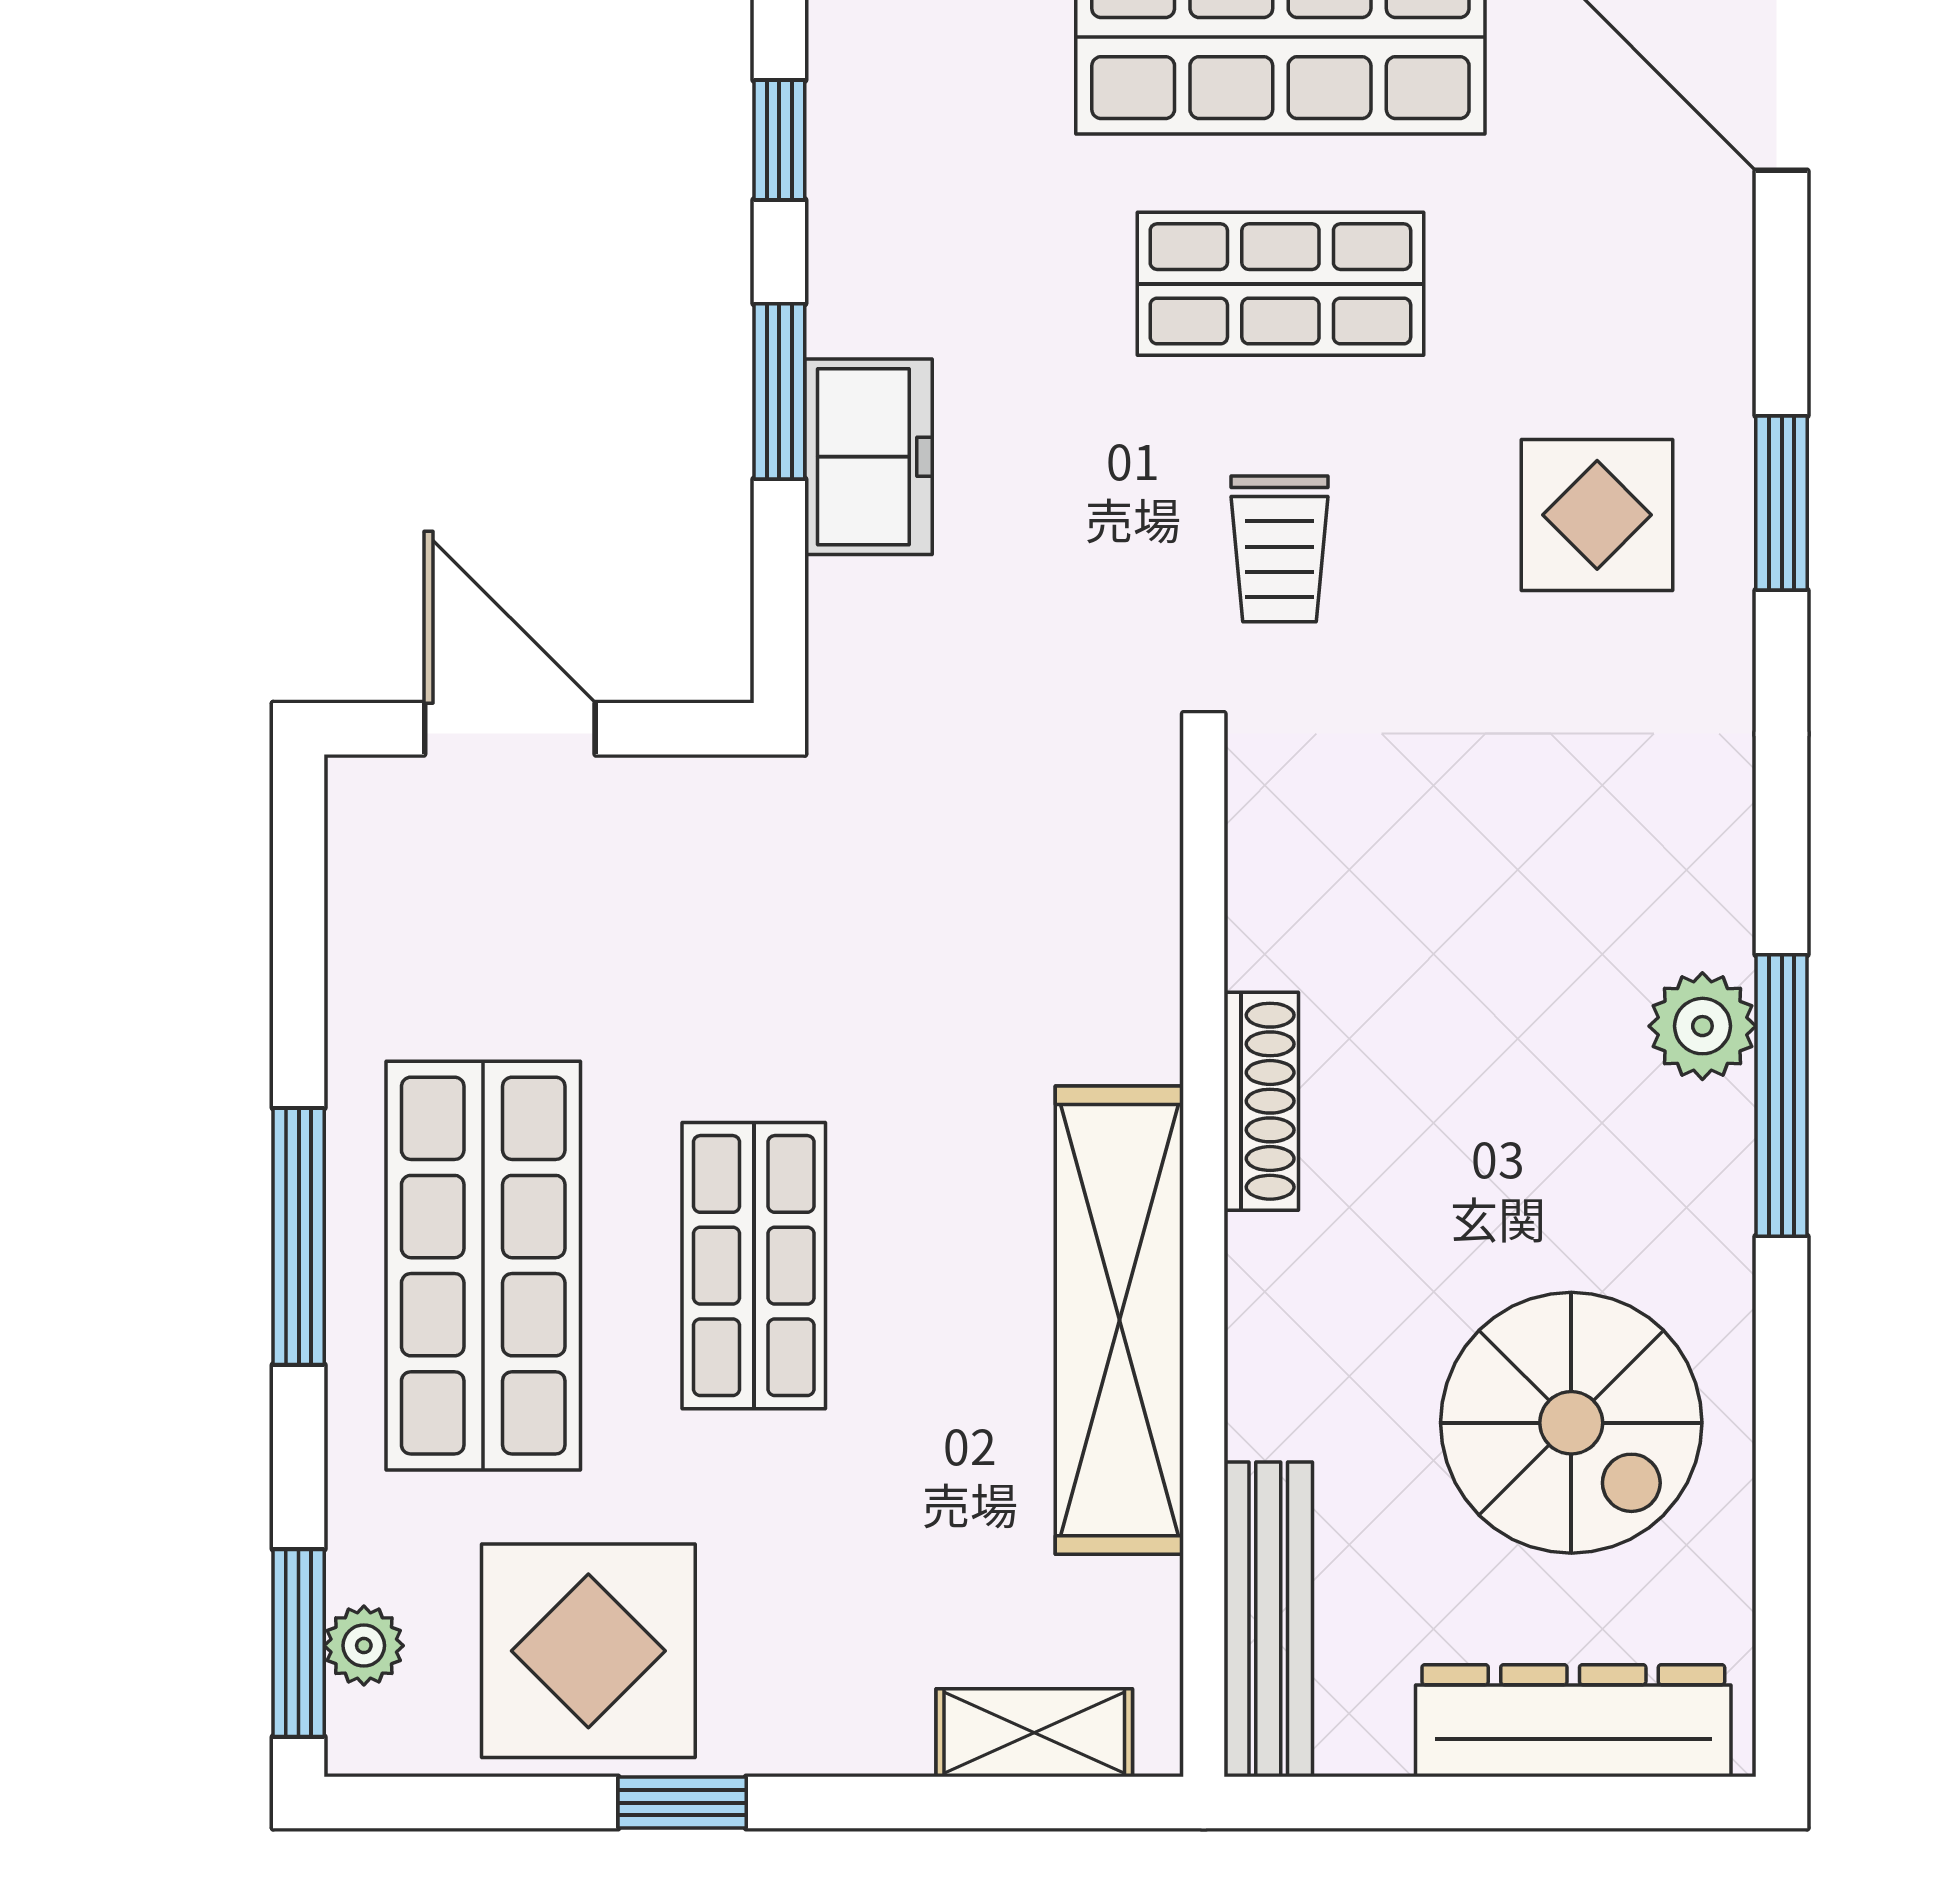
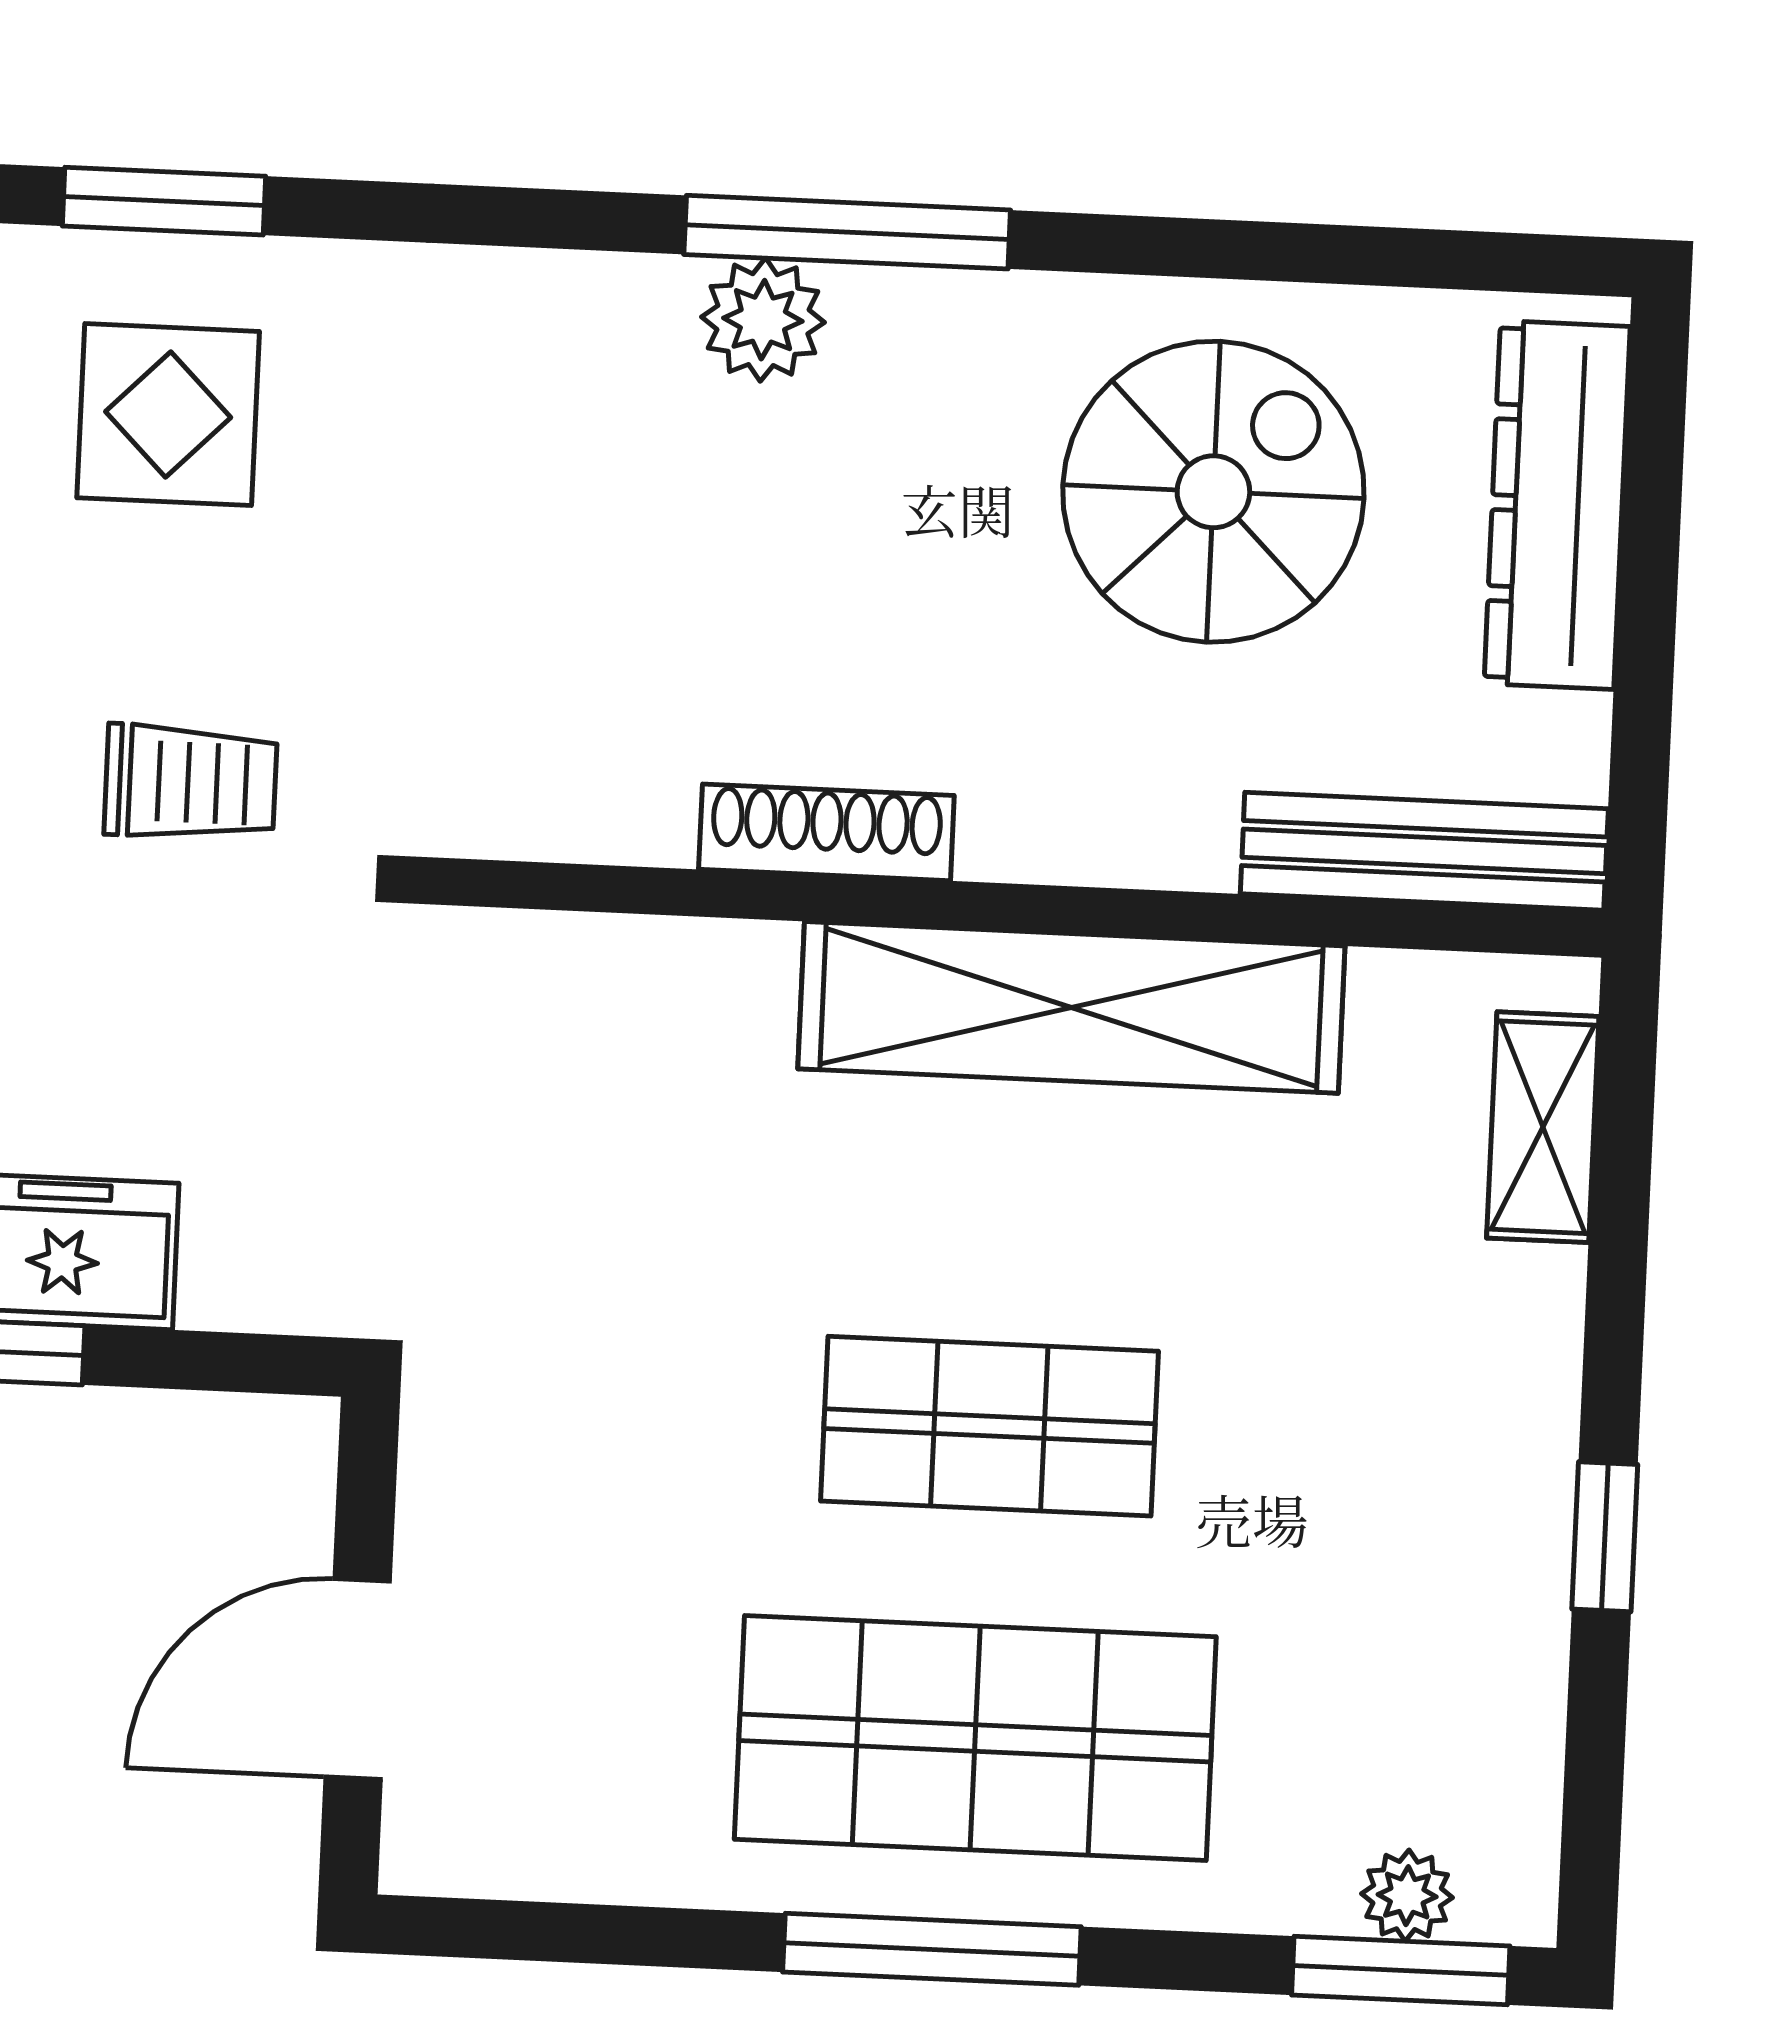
display table: (588, 1651) -> (1425, 1637), removed

